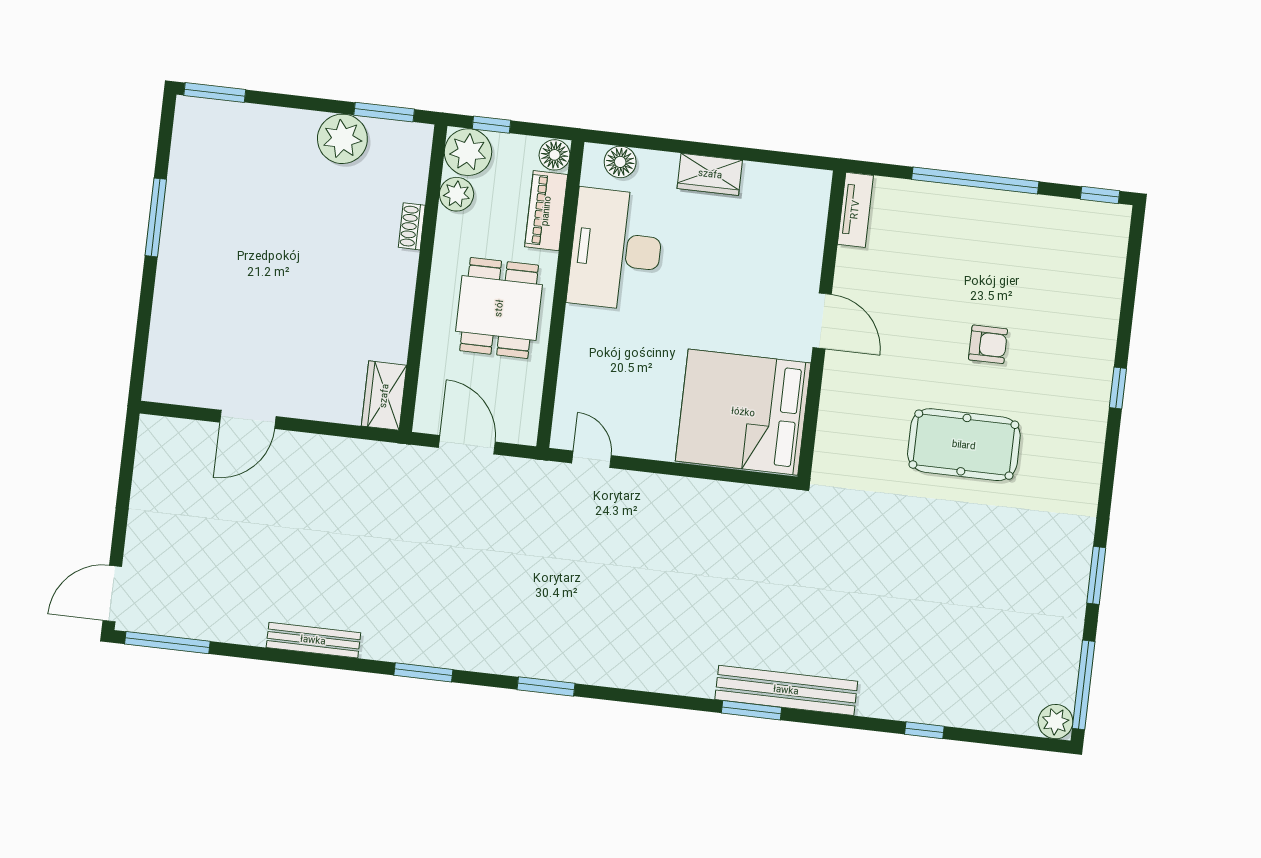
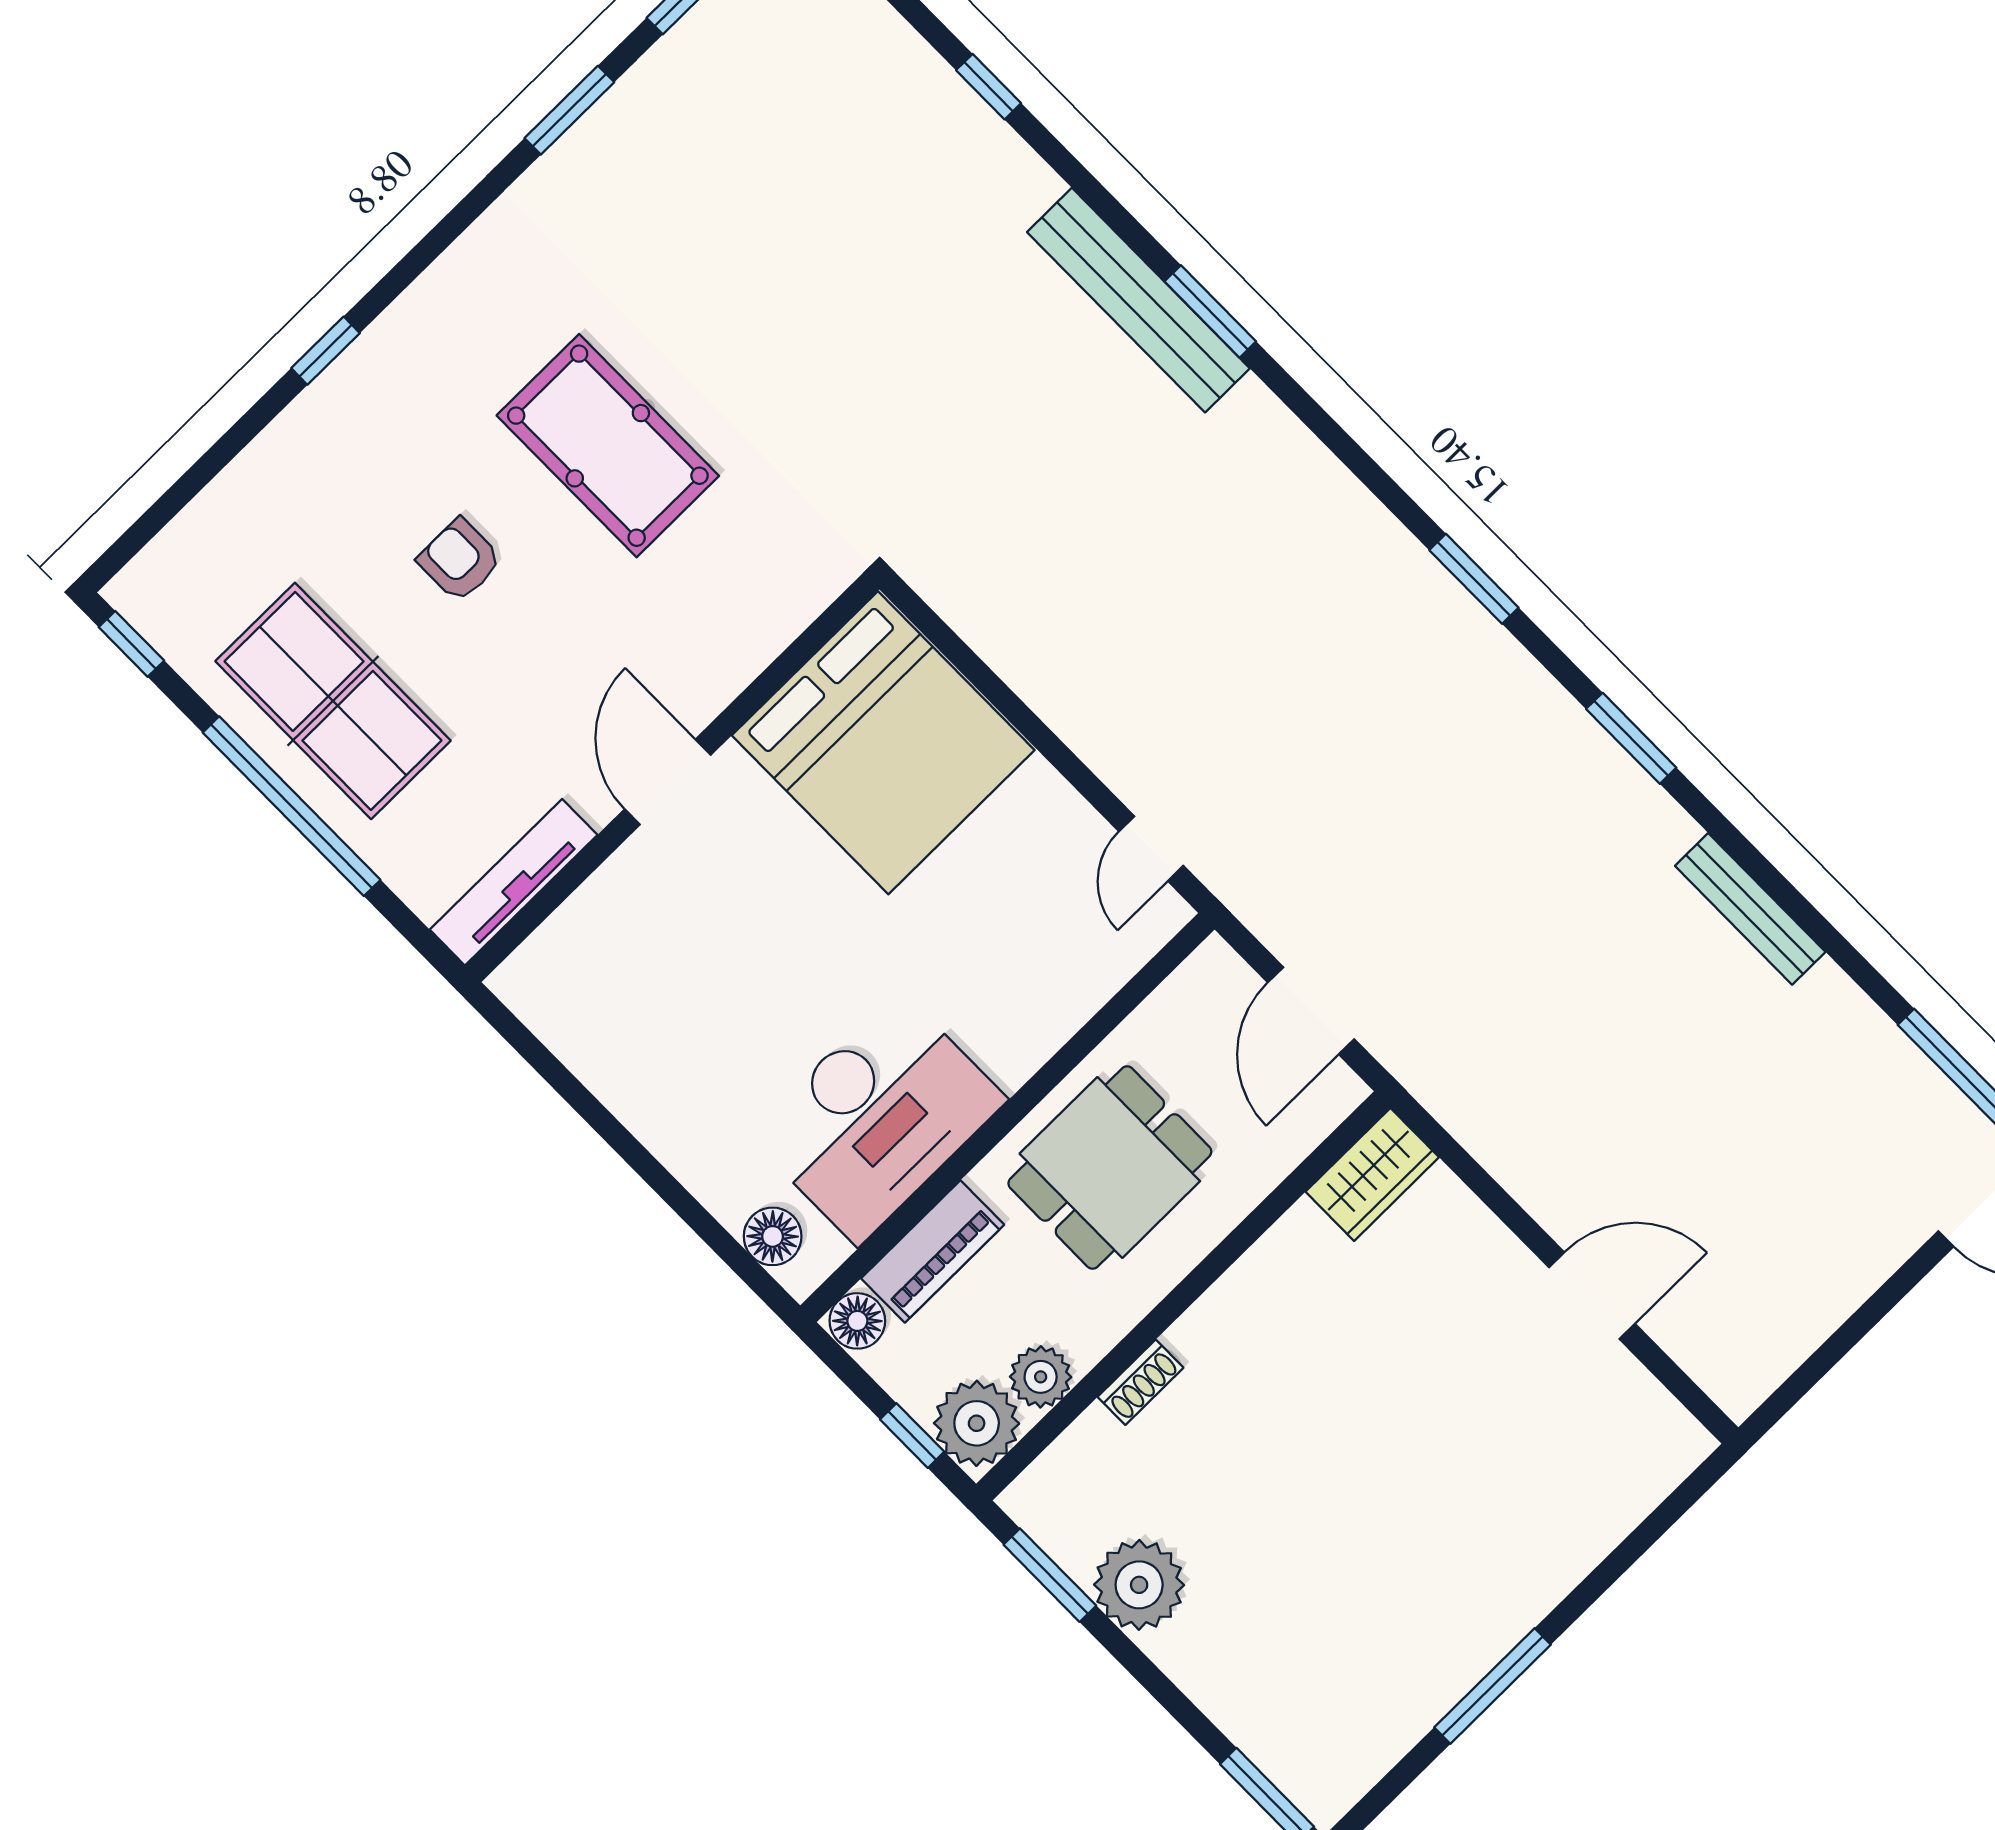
wardrobe: (710, 174) -> (660, 1117), removed
tv unit: (855, 210) -> (514, 882), width x1.41
table tennis table: (994, 240) -> (333, 701), added

